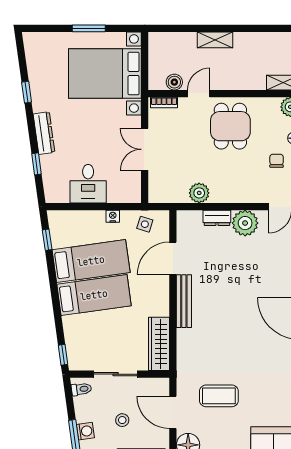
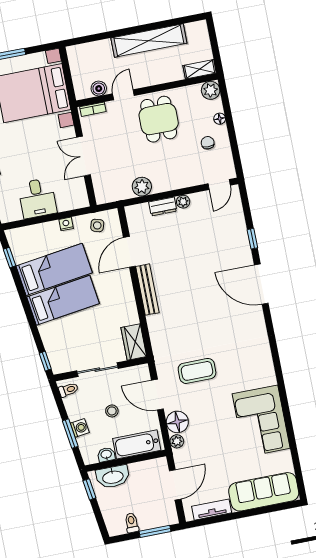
shelving: (215, 40) -> (149, 41), width x2.20, depth x1.33
plant: (245, 223) -> (183, 202), width x0.53, depth x0.53
wardrobe: (159, 344) -> (134, 342), width x0.67

